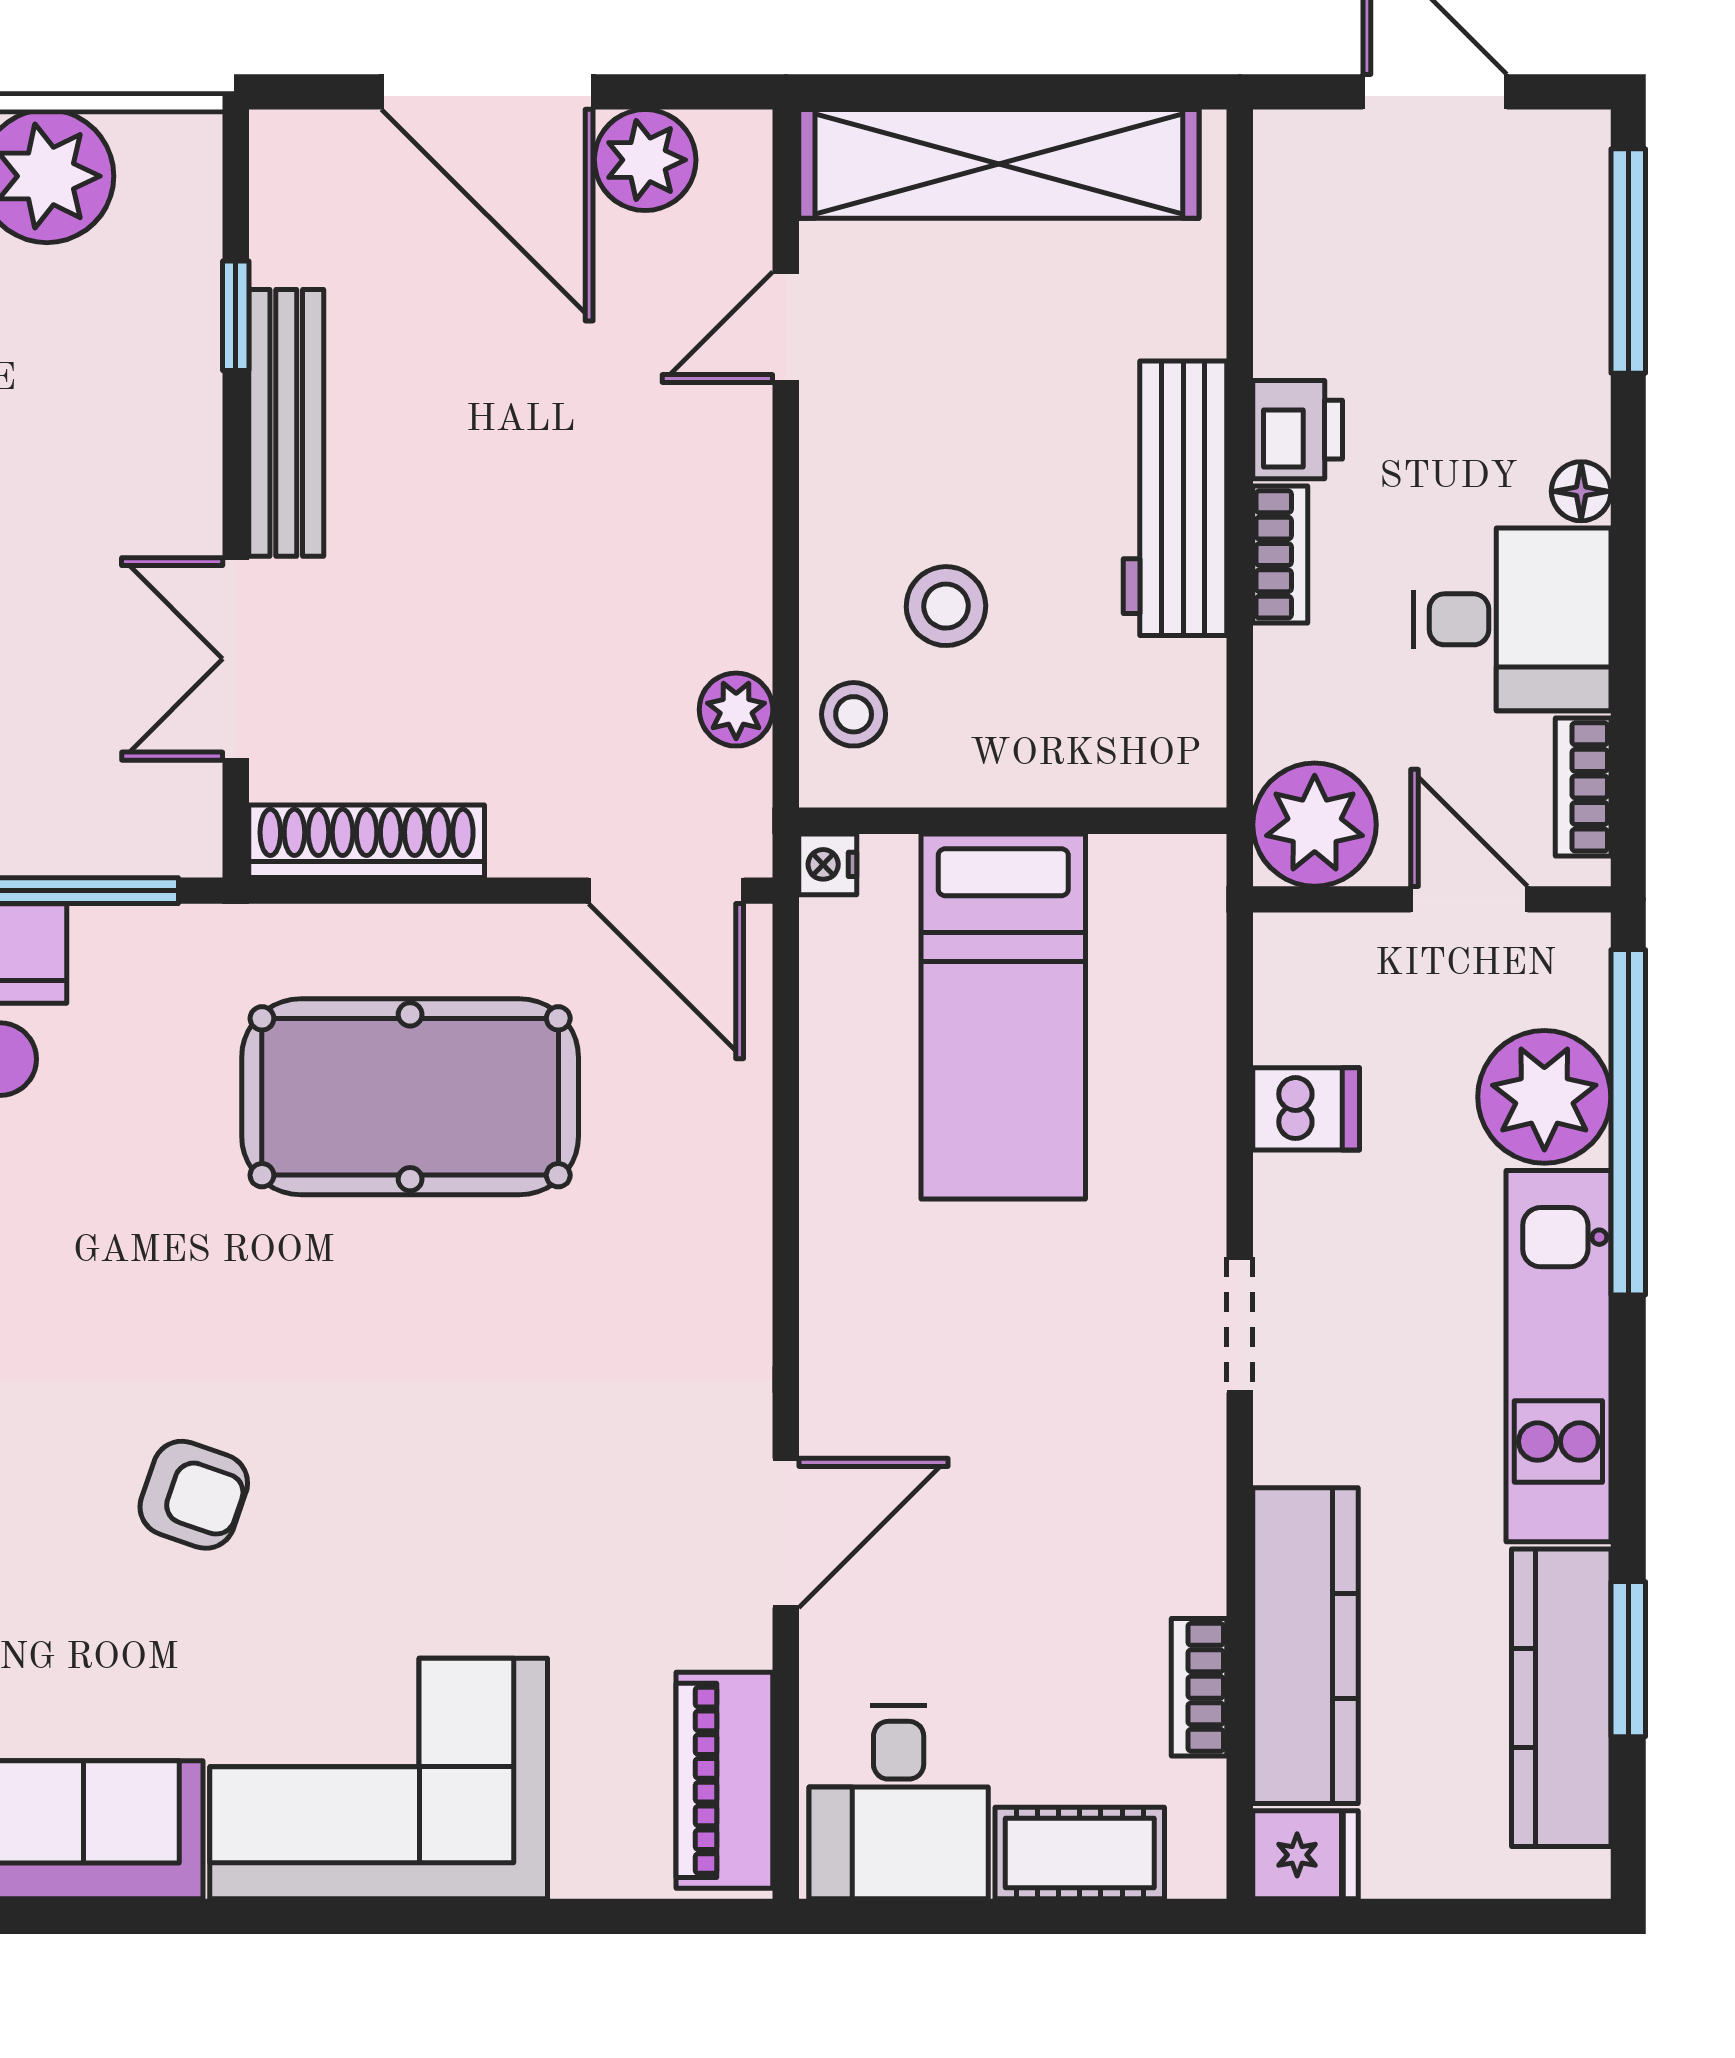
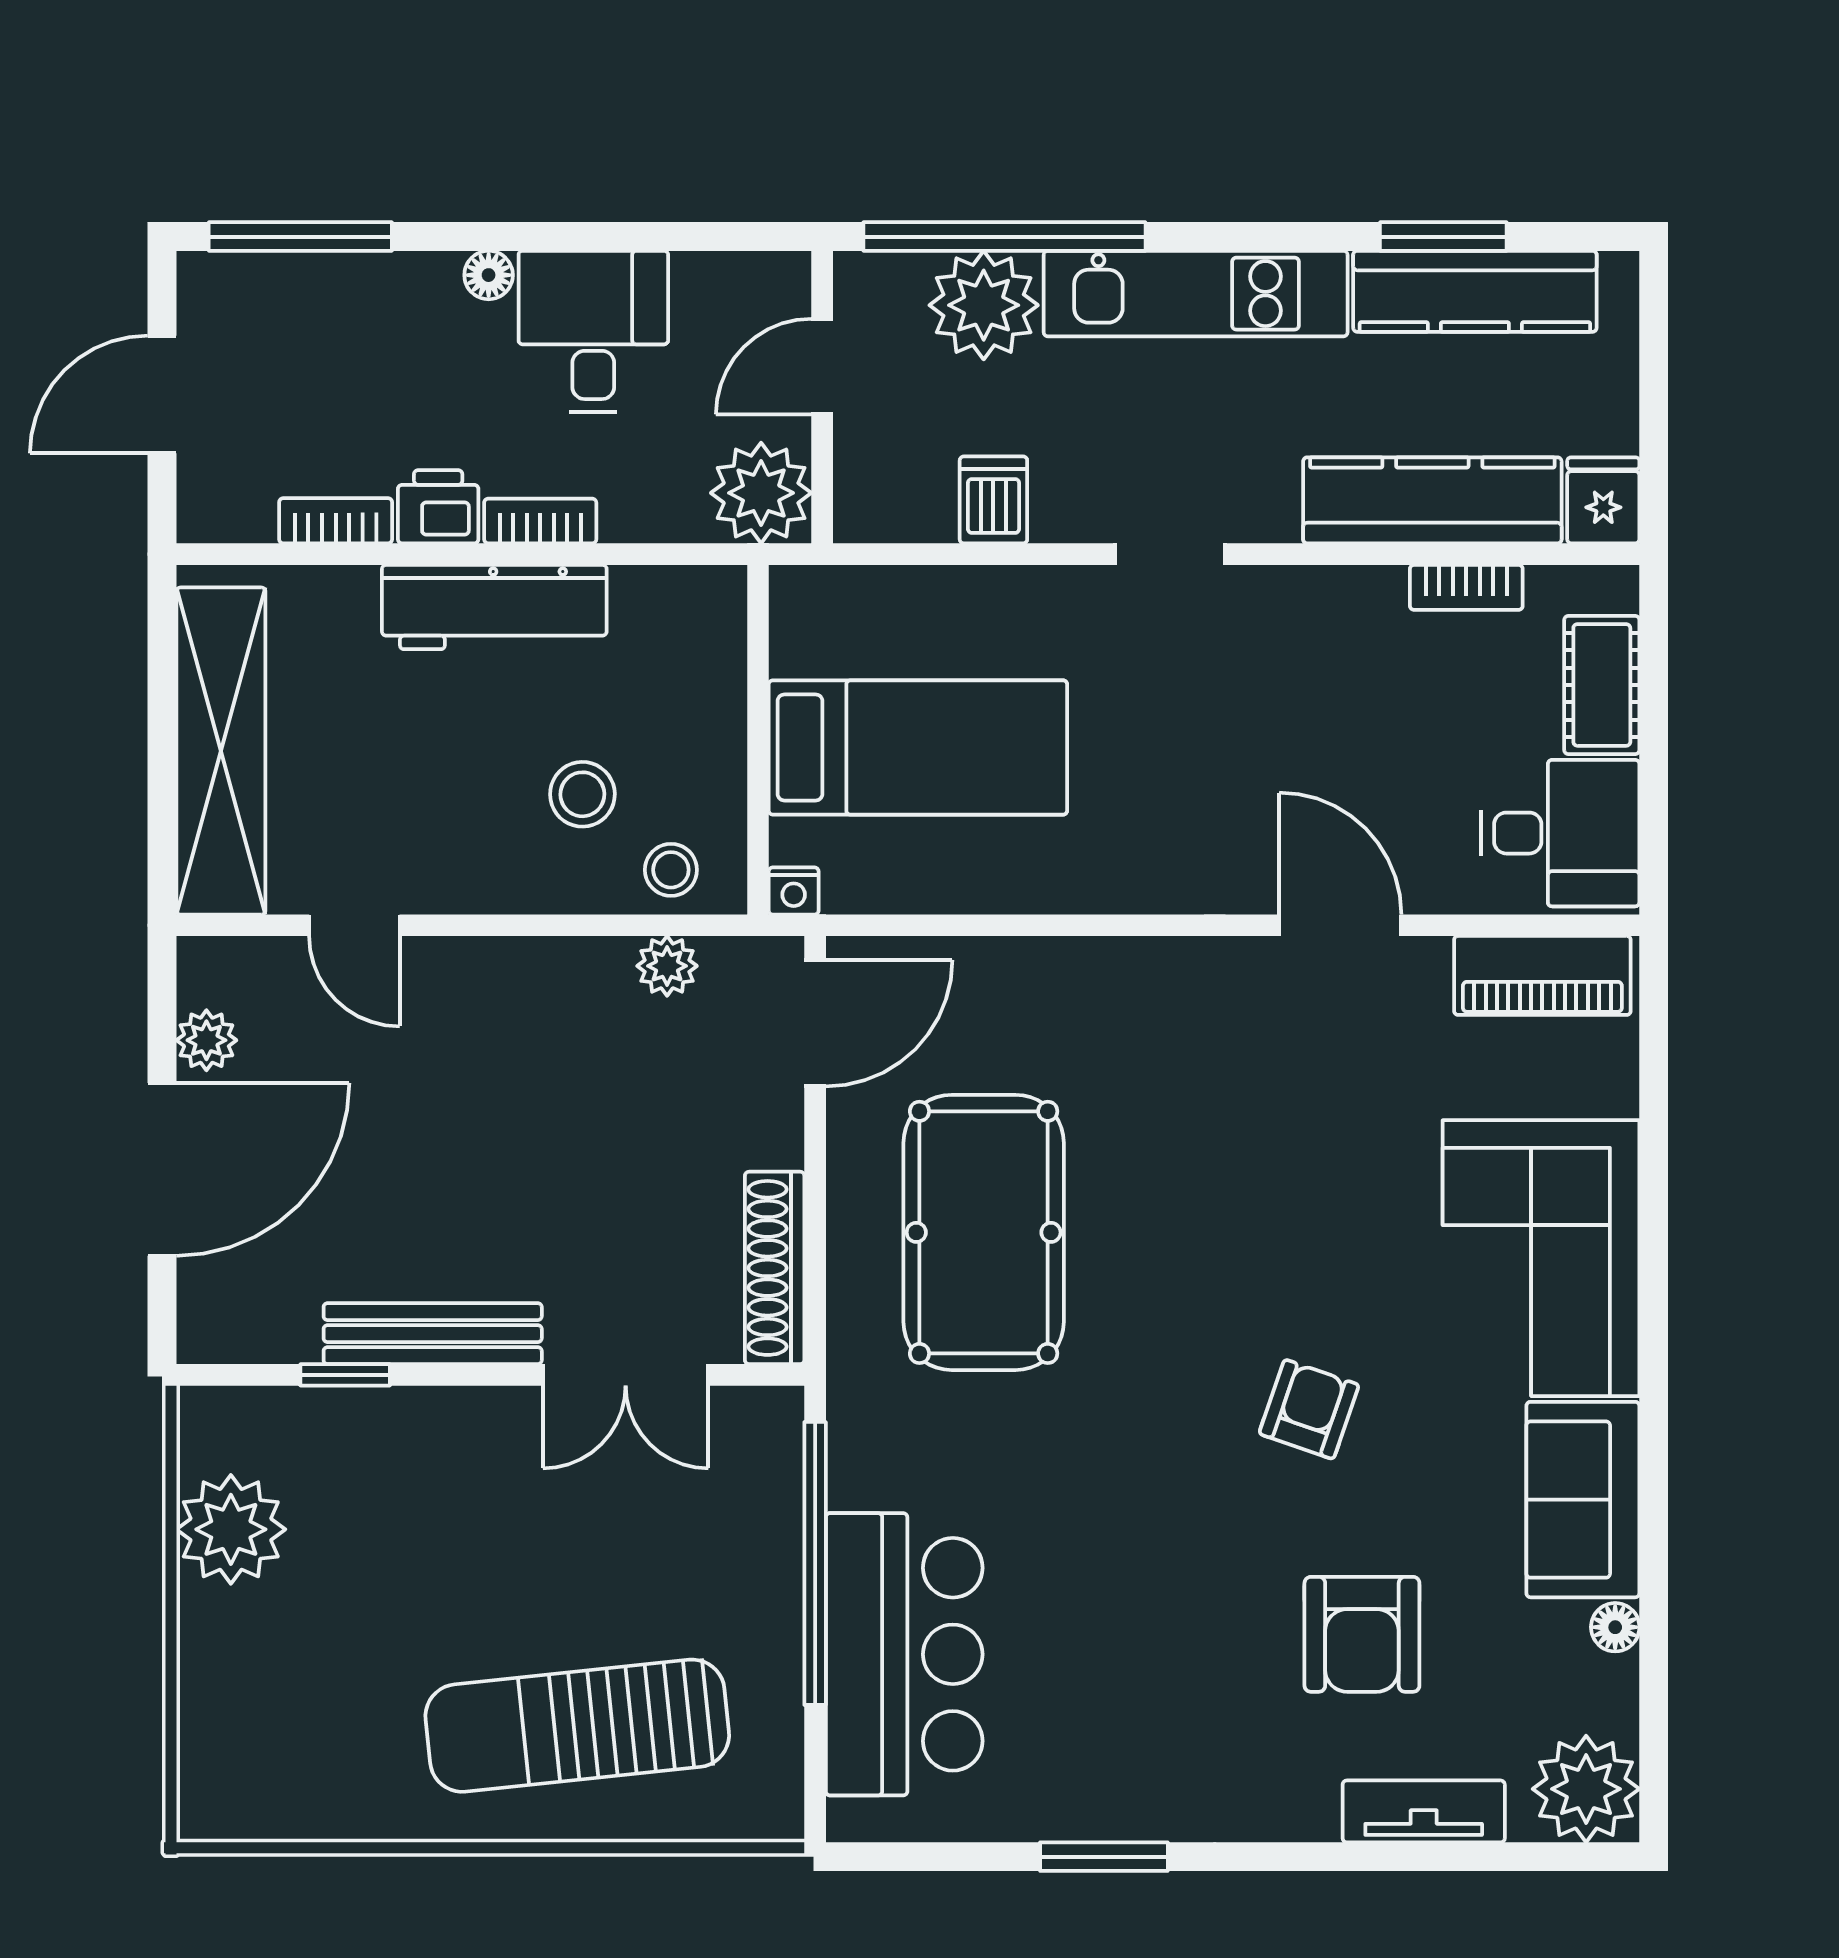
plant: (645, 160) -> (206, 1040), width x0.73, depth x0.73
bookcase: (1583, 787) -> (336, 521), moved, turned 180

